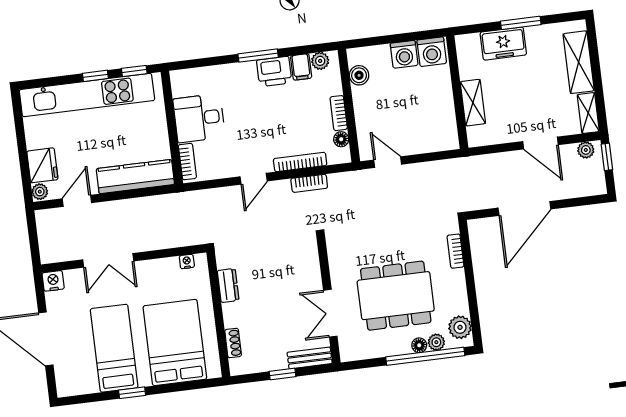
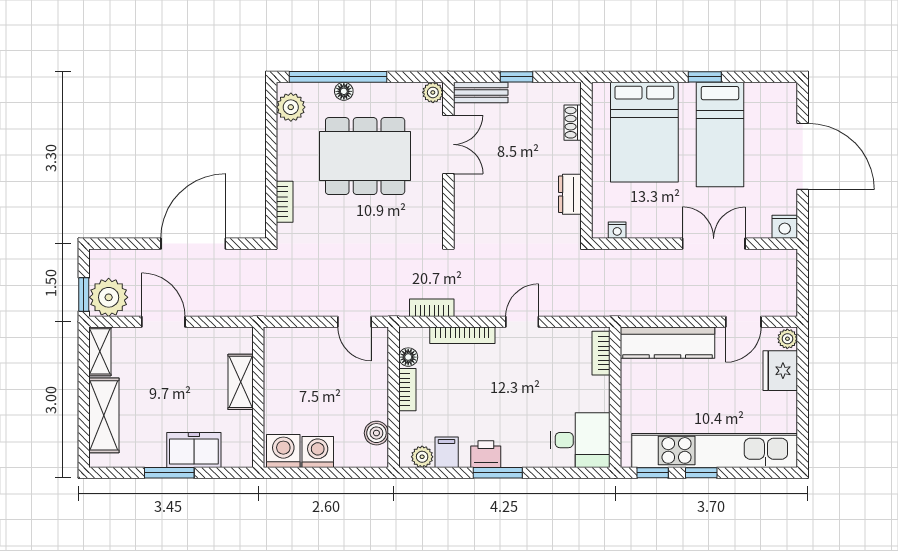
printer: (274, 71) -> (486, 454), width x0.73, depth x0.81
desk: (199, 118) -> (580, 440), moved
plant: (586, 150) -> (109, 297), width x1.87, depth x1.87
bookcase: (309, 183) -> (432, 308), moved
plant: (436, 342) -> (433, 92), moved

